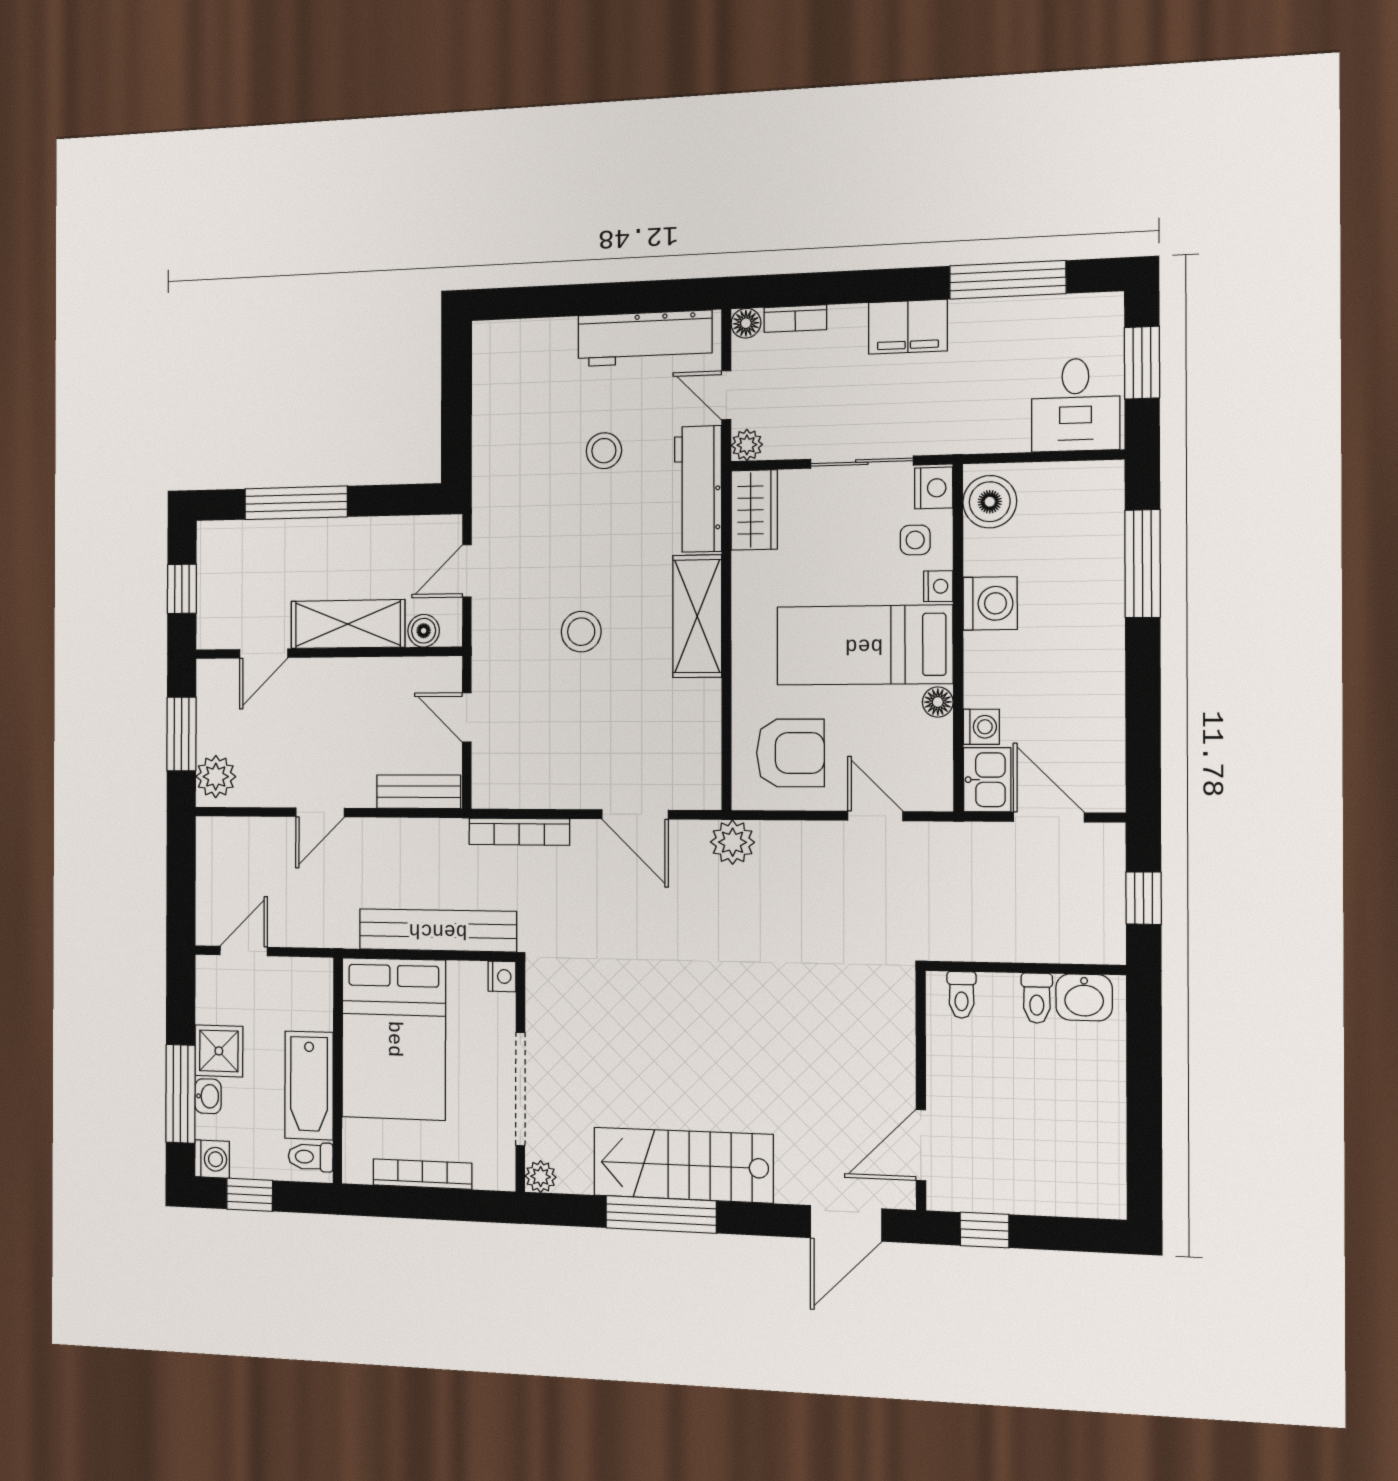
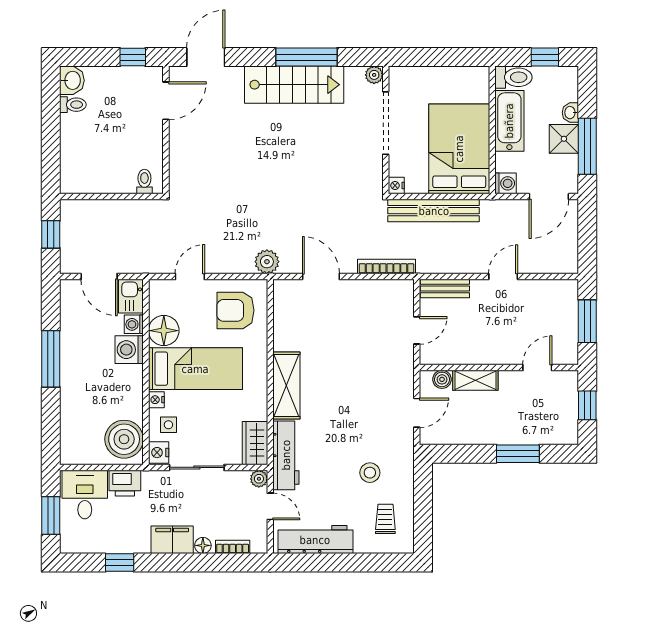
window: (1008, 280) -> (120, 563), width x0.46
floor lamp: (746, 323) -> (203, 545), moved
trolley: (521, 380) -> (385, 519), added
printer: (998, 429) -> (125, 483), added
stool: (604, 451) -> (370, 473), moved
boiler: (990, 502) -> (124, 439), width x1.37, depth x1.37
window: (296, 503) -> (518, 454), width x0.69
window: (1143, 564) -> (51, 359), moved
washing machine: (990, 603) -> (129, 350), moved
shelving: (348, 624) -> (475, 380), width x0.67, depth x0.75
stool: (581, 632) -> (351, 378), removed
floor lamp: (938, 702) -> (164, 331), width x1.89, depth x1.89
door: (467, 717) -> (417, 330), hinge flipped
plant: (216, 777) -> (566, 297), removed
door: (875, 816) -> (190, 277), swing flipped
door: (244, 951) -> (549, 197), width x1.38
washbasin: (1084, 997) -> (72, 80), moved, turned 90
toilet: (1037, 998) -> (73, 105), moved, turned 90
window: (180, 1094) -> (587, 146), moved
toilet: (311, 1157) -> (513, 77), width x1.37, depth x1.39
washing machine: (212, 1159) -> (506, 183), moved, turned 180
bookcase: (422, 1174) -> (442, 73), removed

